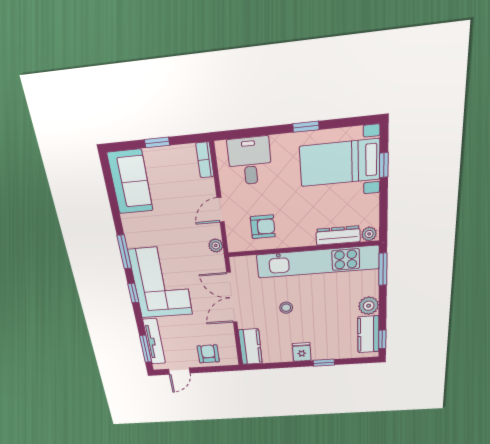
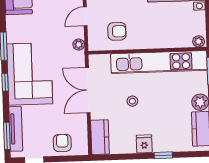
dresser: (338, 236) -> (175, 41), removed

